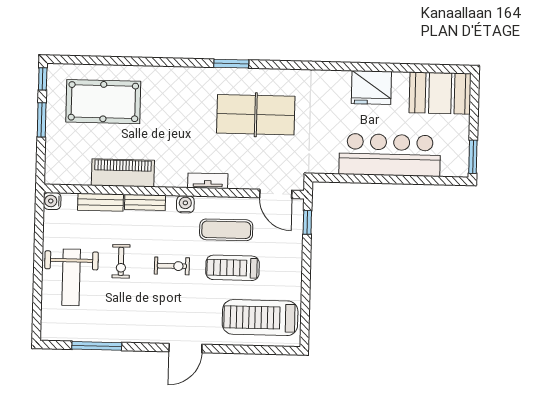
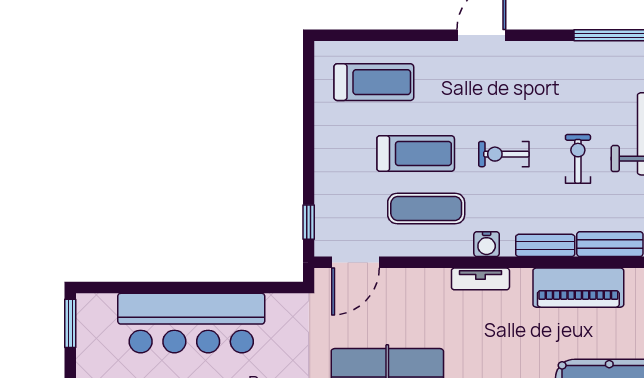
tv unit: (208, 181) -> (480, 279), moved
door: (276, 194) -> (356, 262), swing flipped
treadmill: (260, 318) -> (374, 82), width x0.73, depth x0.73

